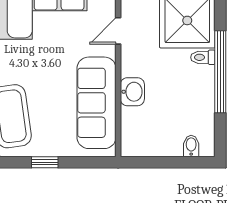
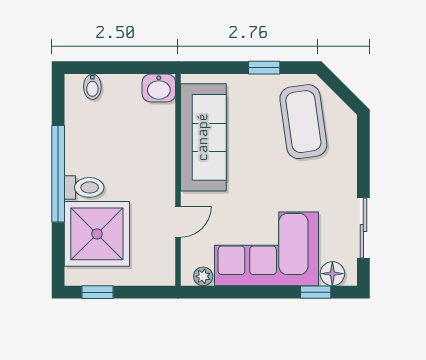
toilet: (203, 57) -> (84, 187), width x1.37, depth x1.39
washbasin: (132, 92) -> (159, 88), moved, turned -90

